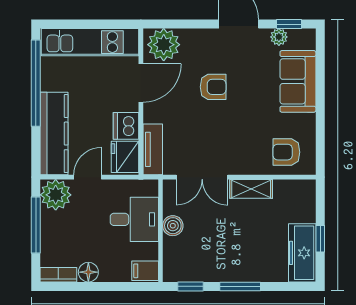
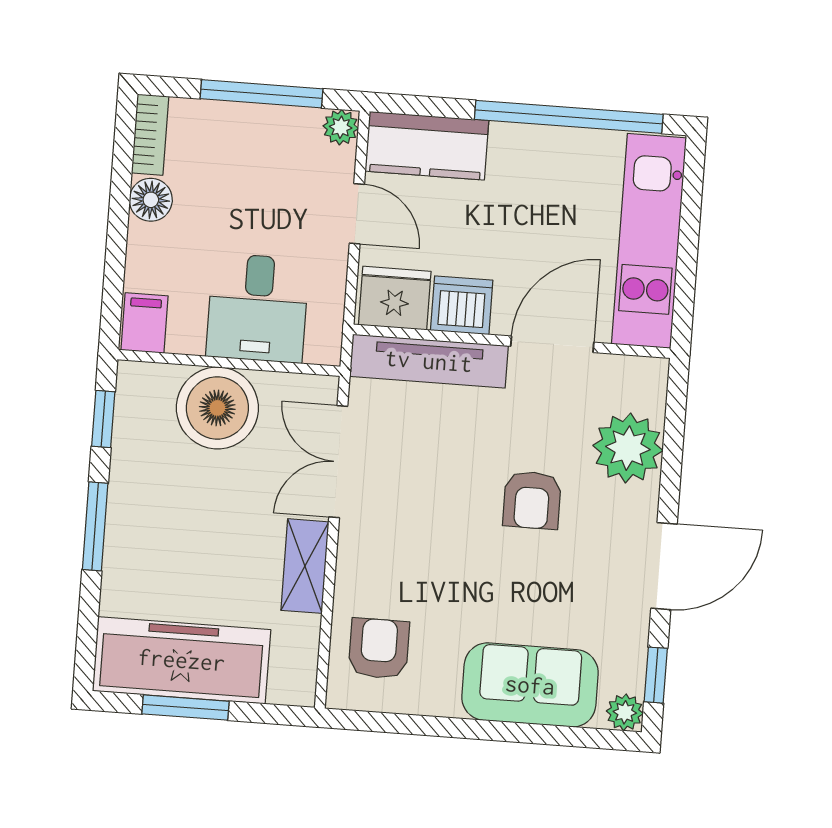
plant: (279, 37) -> (625, 712), moved
plant: (164, 45) -> (628, 448), moved
door: (141, 83) -> (552, 344), swing flipped
kitchen counter: (54, 134) -> (427, 146), width x0.67
tv unit: (153, 149) -> (429, 361), width x1.41
plant: (56, 195) -> (341, 127), width x0.53, depth x0.53
boiler: (173, 226) -> (217, 408), width x1.86, depth x1.86
window: (320, 239) -> (185, 708), width x1.50
freezer: (302, 253) -> (182, 660), width x1.36, depth x1.26

